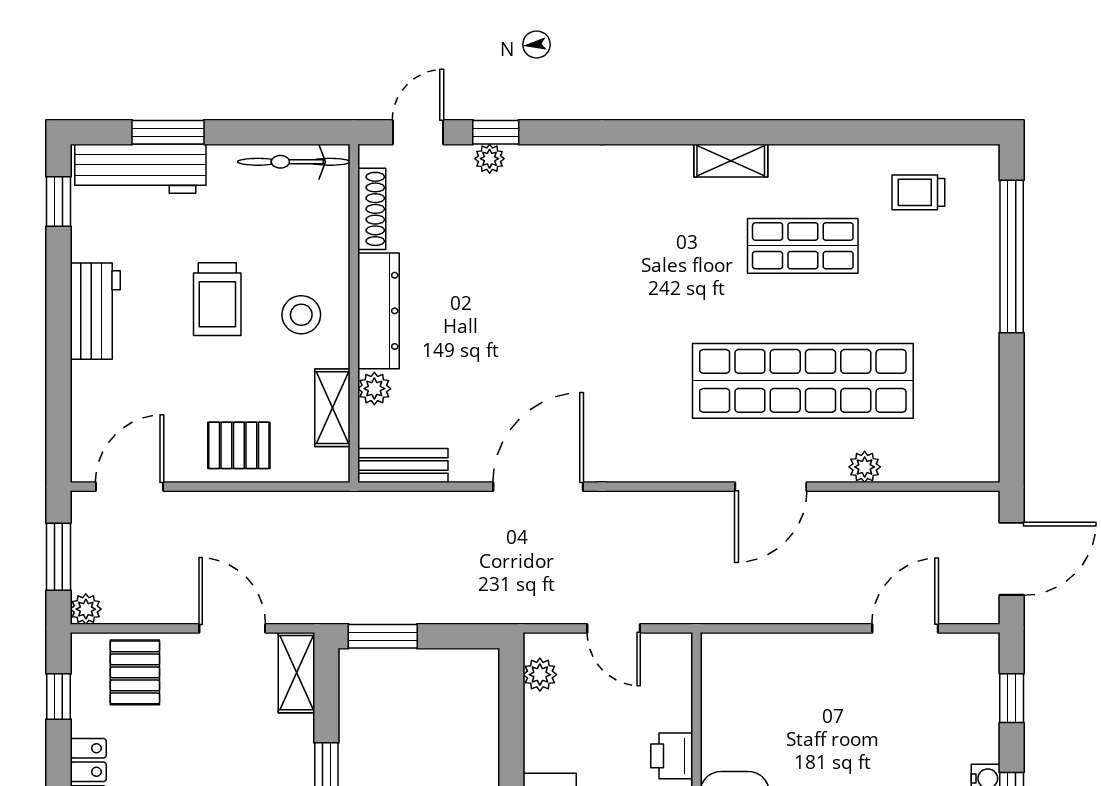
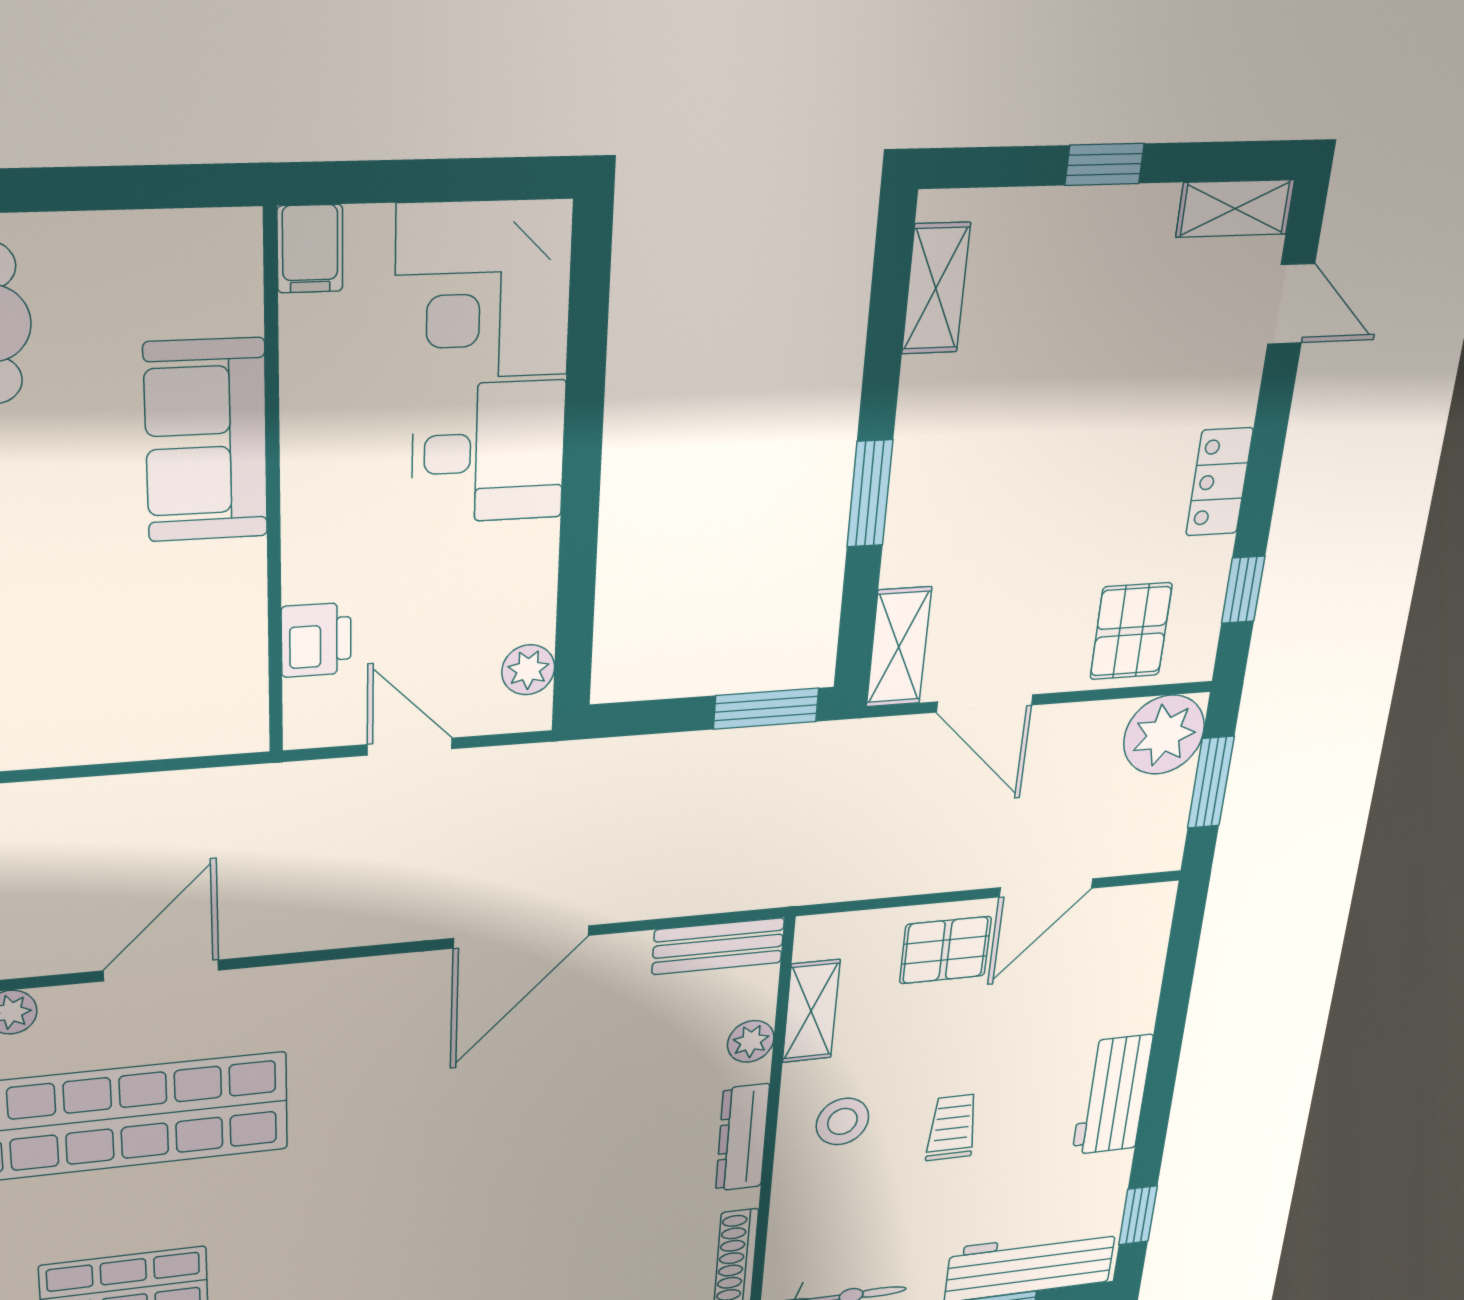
trolley: (217, 299) -> (952, 1127), width x0.73, depth x0.72
dresser: (379, 311) -> (742, 1138), width x0.73, depth x0.80
door: (130, 487) -> (1046, 888), moved
plant: (86, 609) -> (1164, 735), width x1.87, depth x1.87
printer: (672, 756) -> (316, 640), moved

